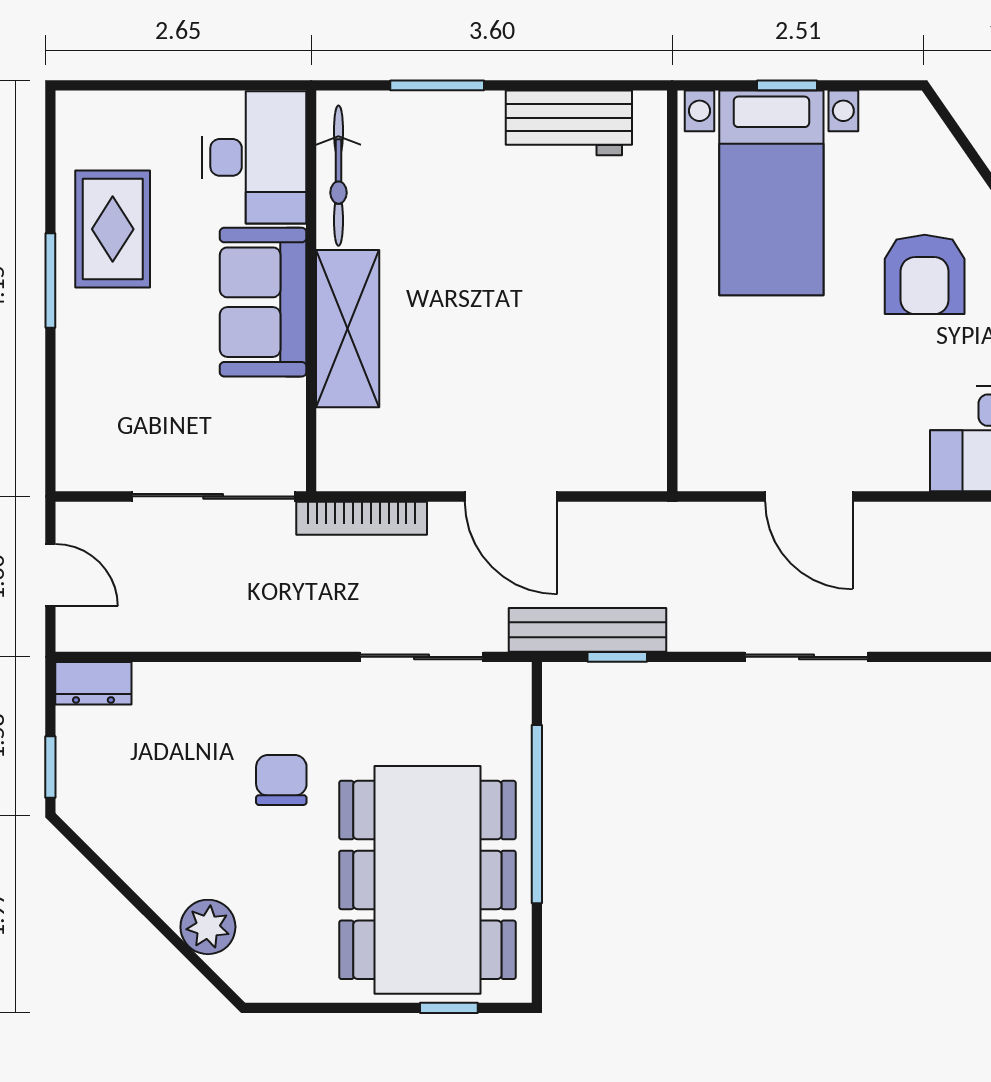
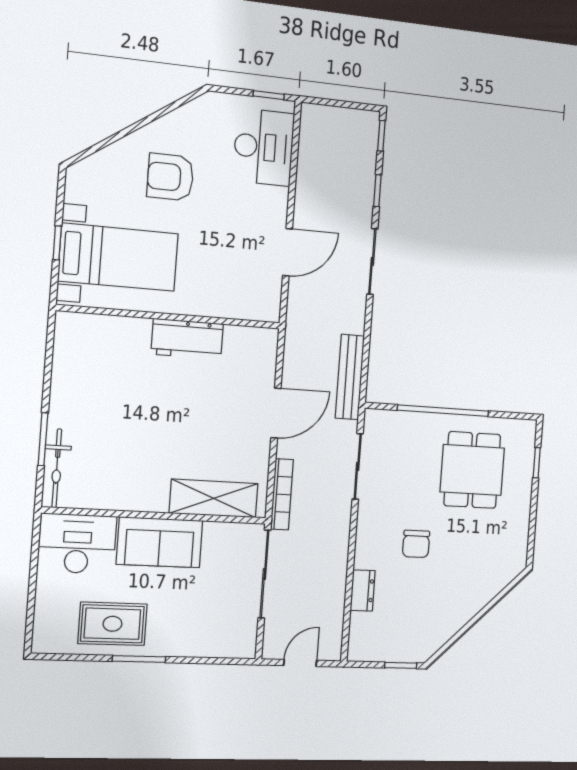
workbench: (569, 123) -> (187, 339), moved, turned 90
bicycle: (338, 176) -> (57, 468), moved, turned 90
armchair: (925, 274) -> (170, 177), turned 180
shelving: (348, 329) -> (214, 498), moved
window: (617, 657) -> (377, 191), moved
dresser: (93, 683) -> (363, 590), moved
chair: (281, 780) -> (416, 544), turned -90
dining table: (427, 880) -> (472, 470), width x0.53, depth x0.80
plant: (208, 927) -> (488, 585), removed

